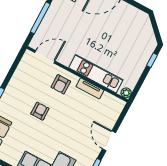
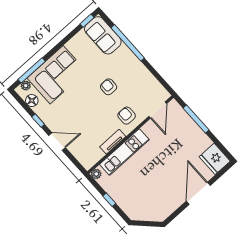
window: (152, 60) -> (109, 200), moved
armchair: (40, 111) -> (109, 87), turned 180

